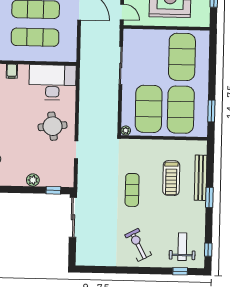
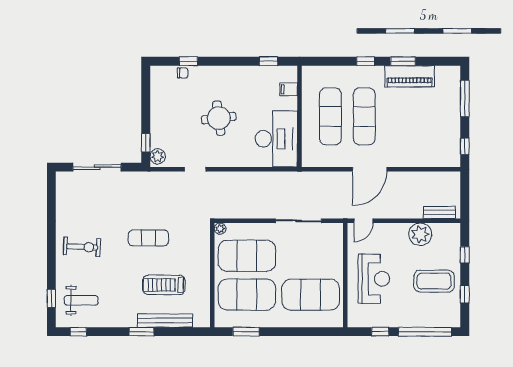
round table: (53, 126) -> (219, 118), moved
plant: (33, 180) -> (158, 156), moved
sliding door: (73, 217) -> (97, 167), moved
exercise bike: (138, 245) -> (82, 247), turned 31

